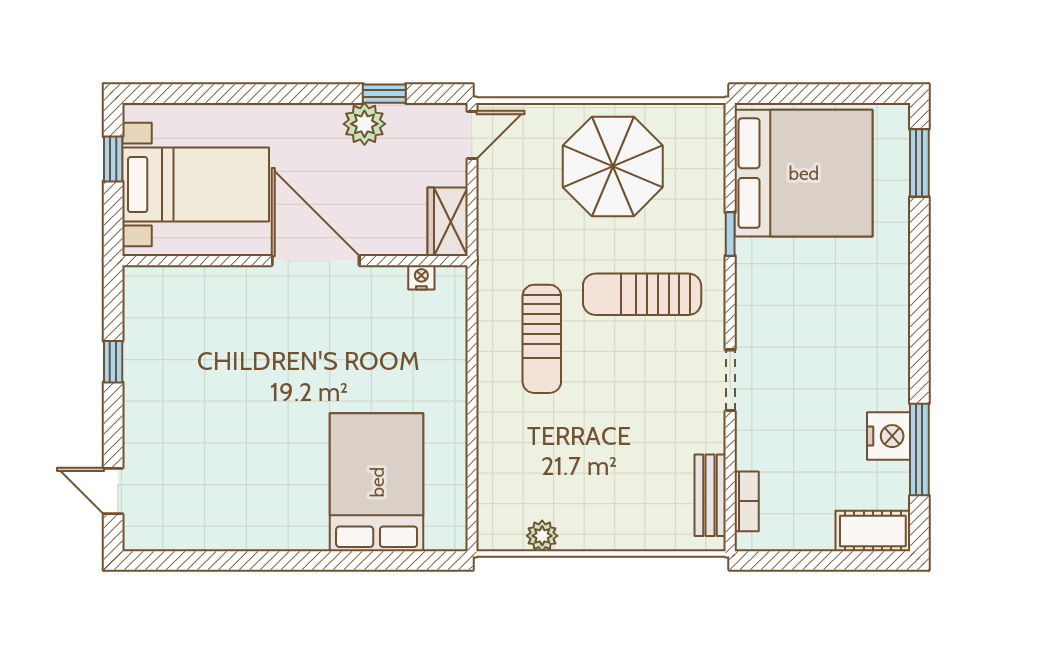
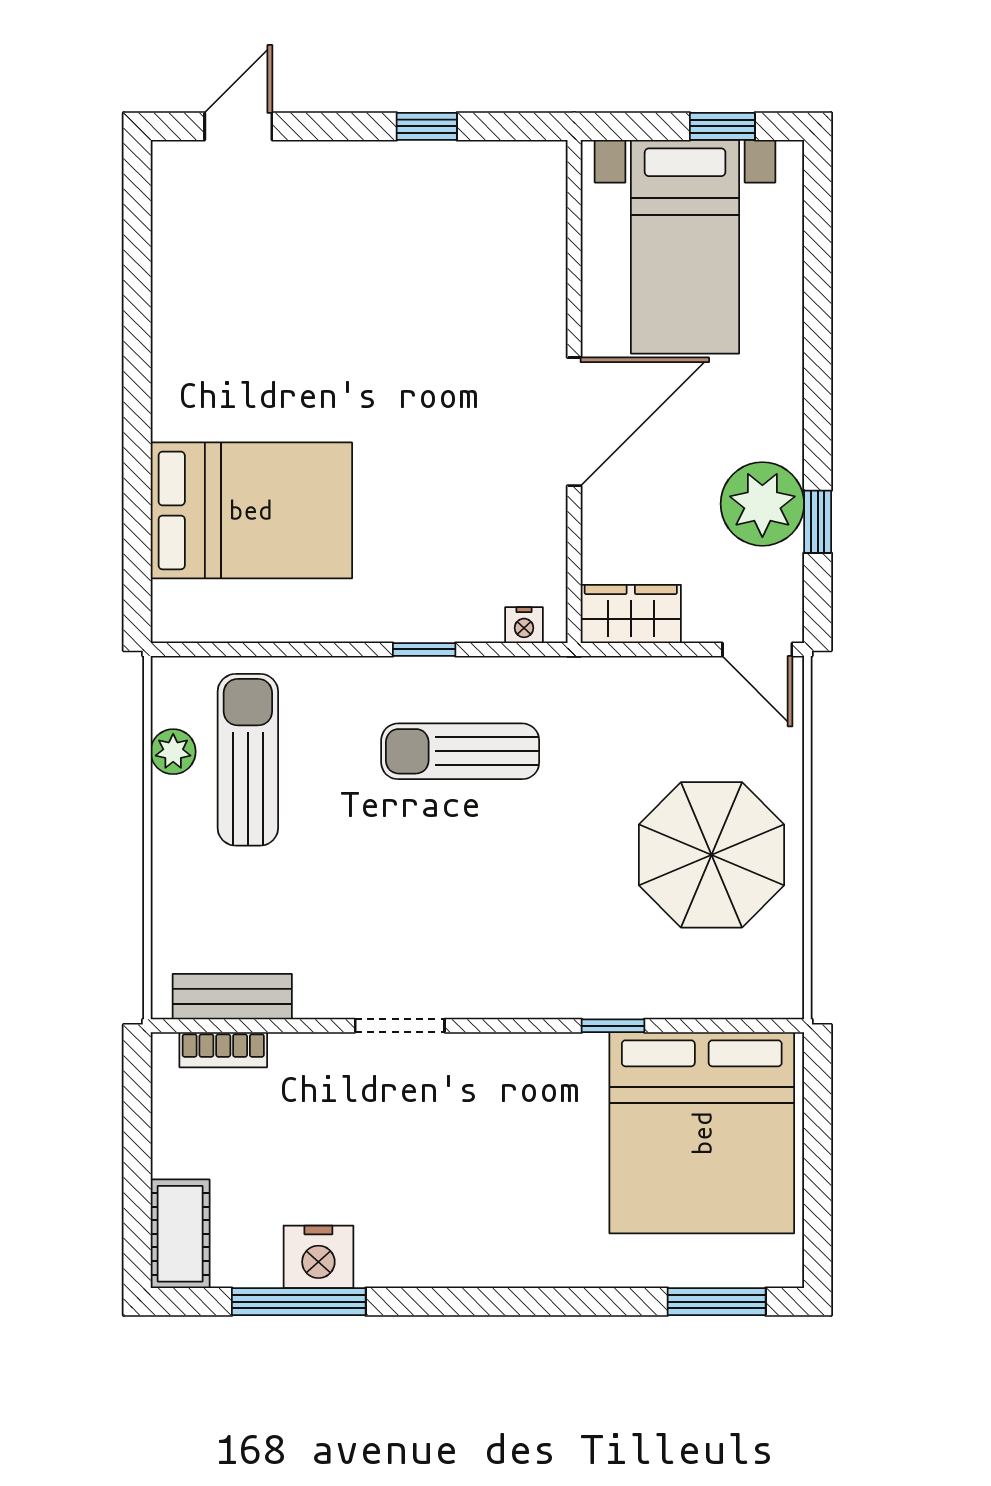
plant: (364, 124) -> (762, 504), width x1.36, depth x1.36
nightstand: (421, 277) -> (524, 625), moved, turned 90
sun lounger: (642, 294) -> (248, 760), moved
window: (472, 364) -> (424, 649), added

